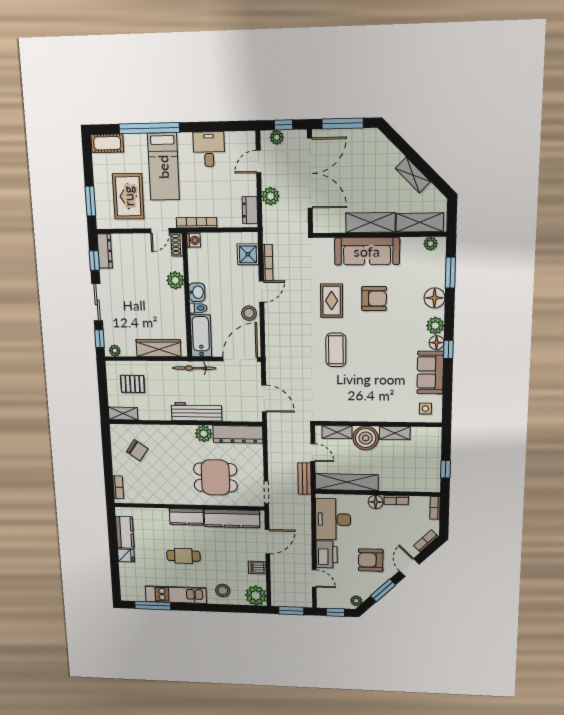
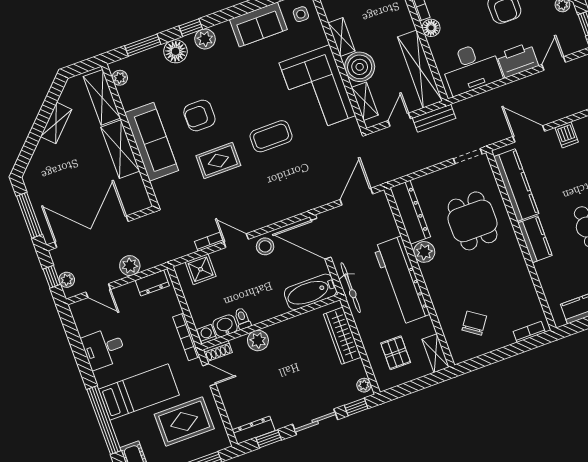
bookcase: (268, 263) -> (209, 242), width x0.64
washbasin: (197, 292) -> (225, 326), moved
armchair: (374, 299) -> (199, 115), turned -90
toilet: (198, 308) -> (242, 318), moved
floor lamp: (437, 343) -> (223, 30), removed
window: (448, 349) -> (191, 28), moved
corner sofa: (360, 400) -> (317, 89), added
workbench: (196, 412) -> (401, 280), width x1.36, depth x1.32

